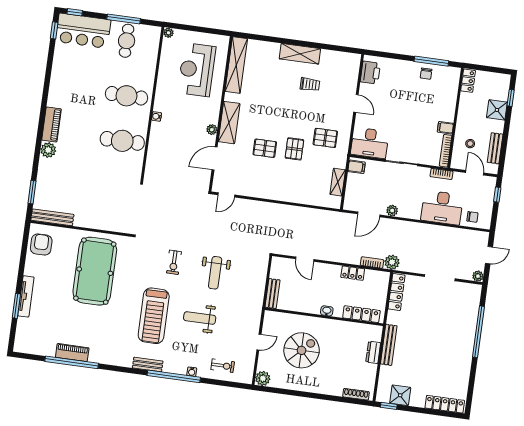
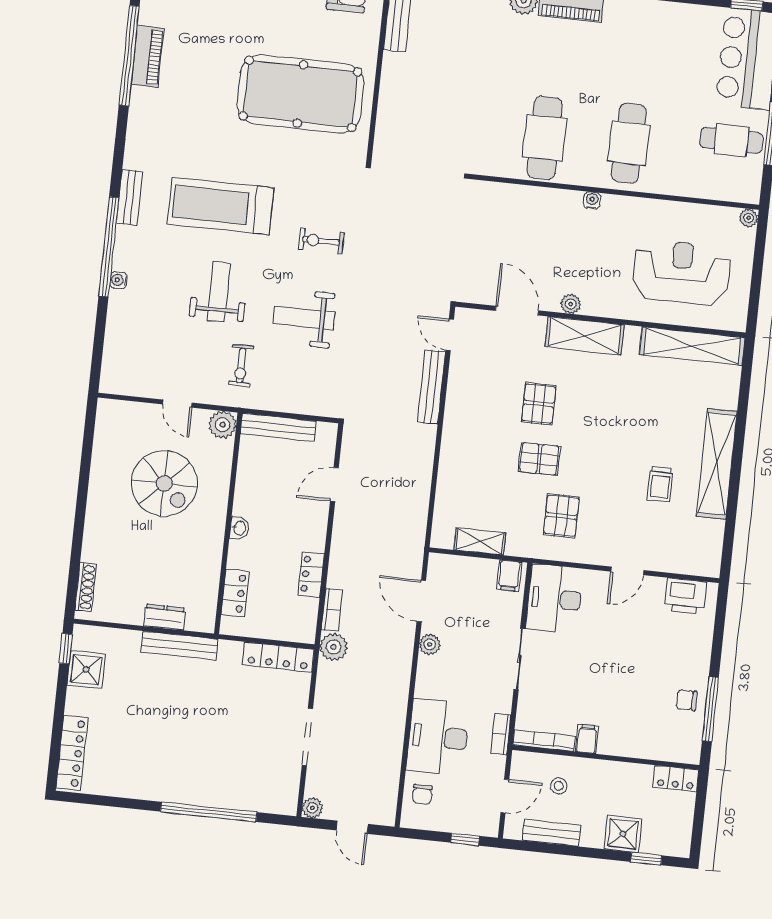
shelving: (300, 54) -> (717, 464), width x1.47
bench: (254, 206) -> (431, 387), added
bench: (273, 294) -> (278, 427), width x1.36
locker: (361, 314) -> (235, 593), width x0.66
exercise bike: (223, 366) -> (241, 366), moved
plant: (263, 378) -> (222, 425), moved

